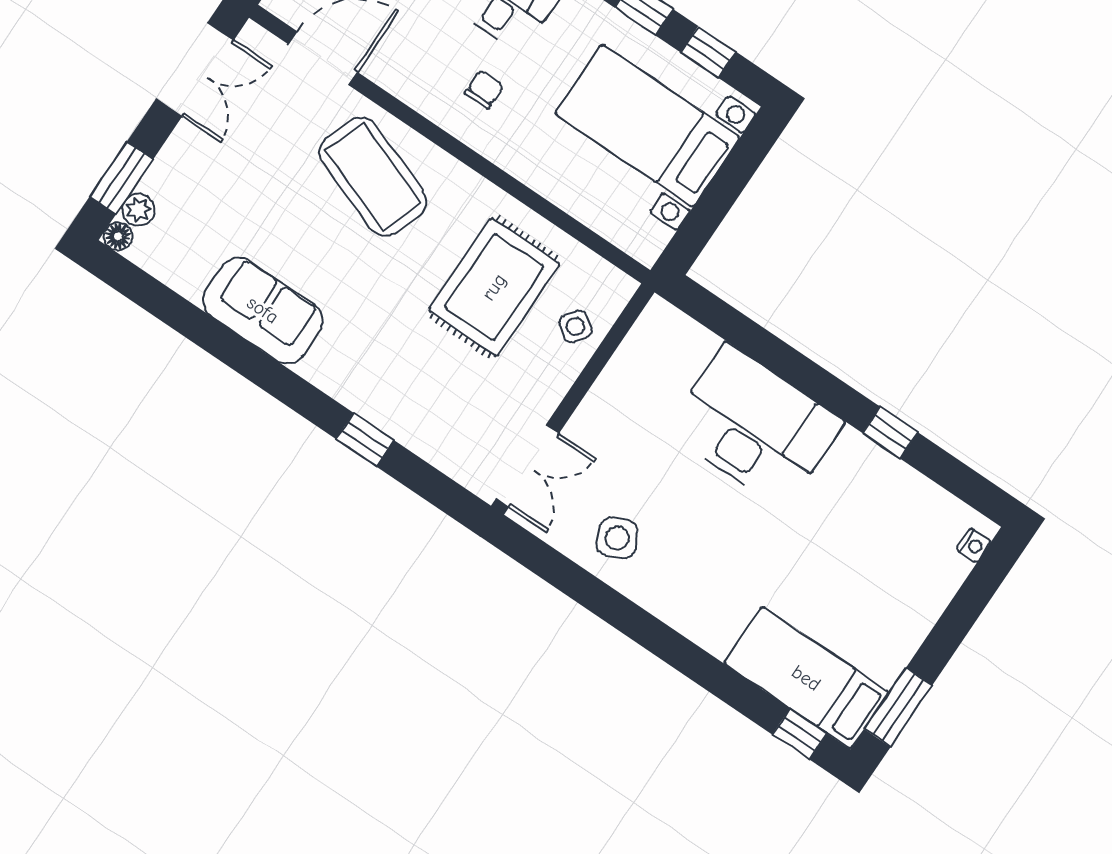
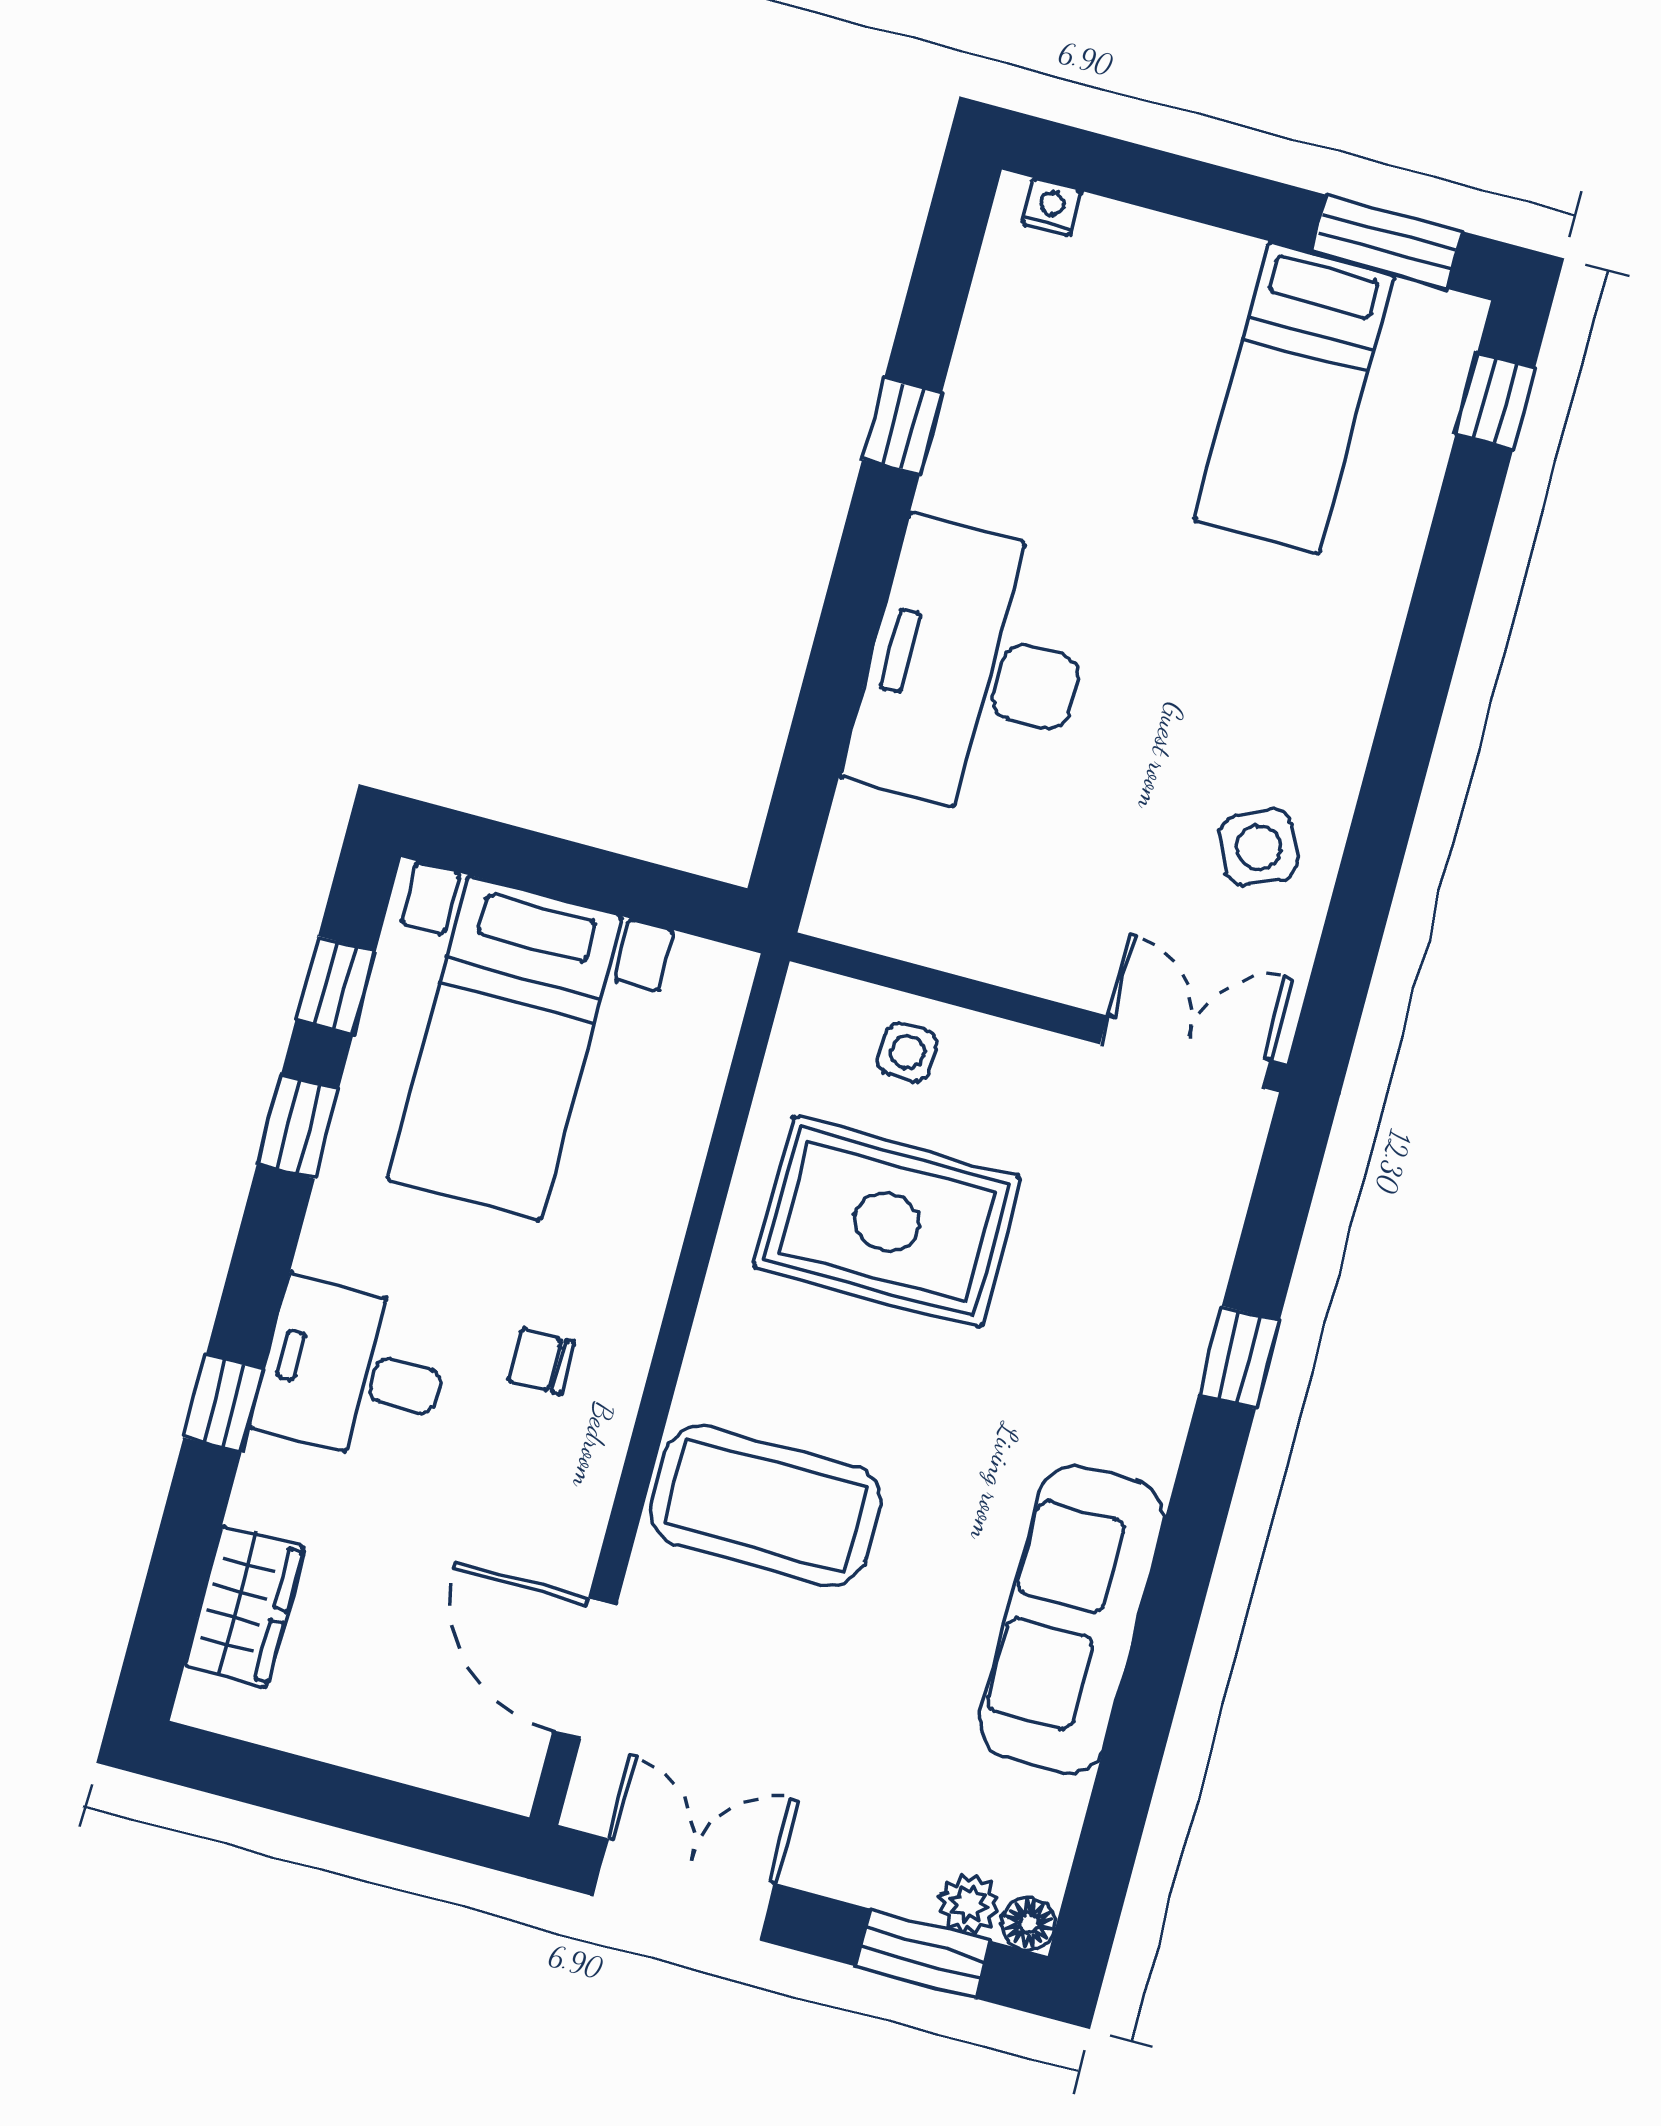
coffee table: (373, 177) -> (765, 1505), turned 70
sofa: (263, 310) -> (1072, 1619), width x1.36
side table: (575, 326) -> (907, 1052), turned -35
bed: (806, 678) -> (1294, 398), moved

